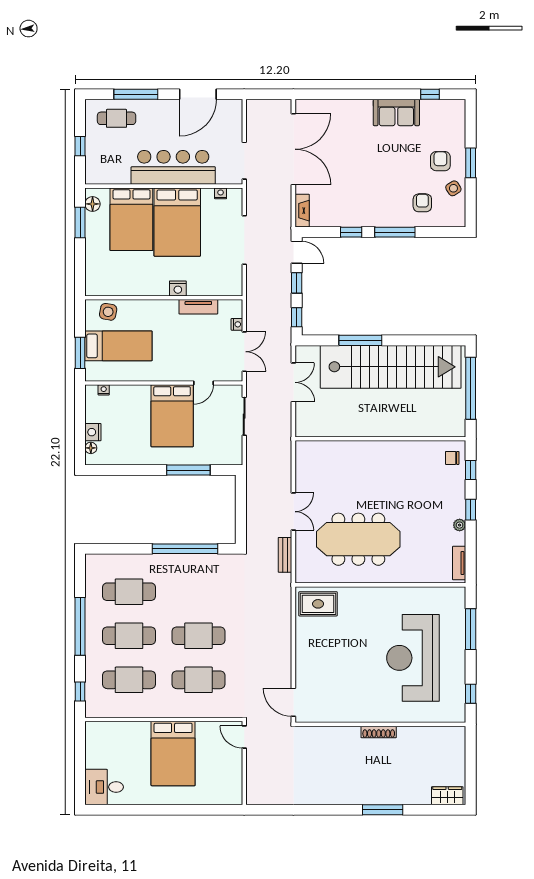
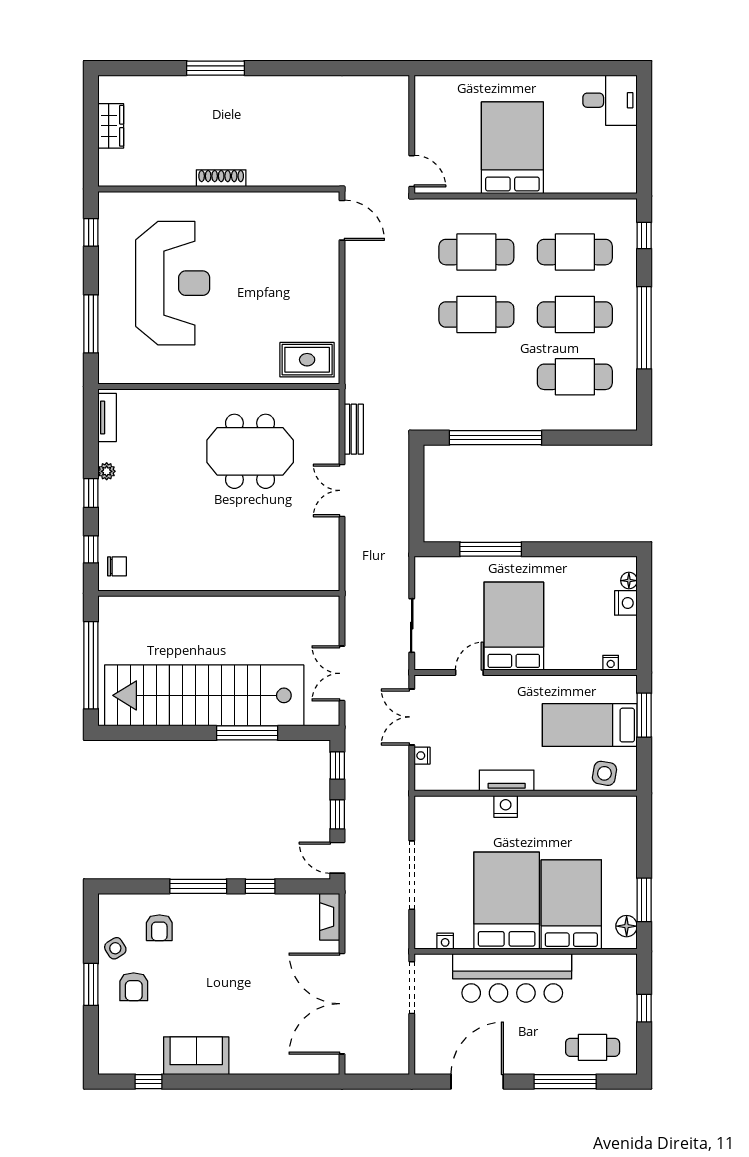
tv unit: (198, 307) -> (507, 781), moved
meeting table: (358, 539) -> (250, 451), width x0.73
wardrobe: (447, 796) -> (111, 126), moved, turned -90

